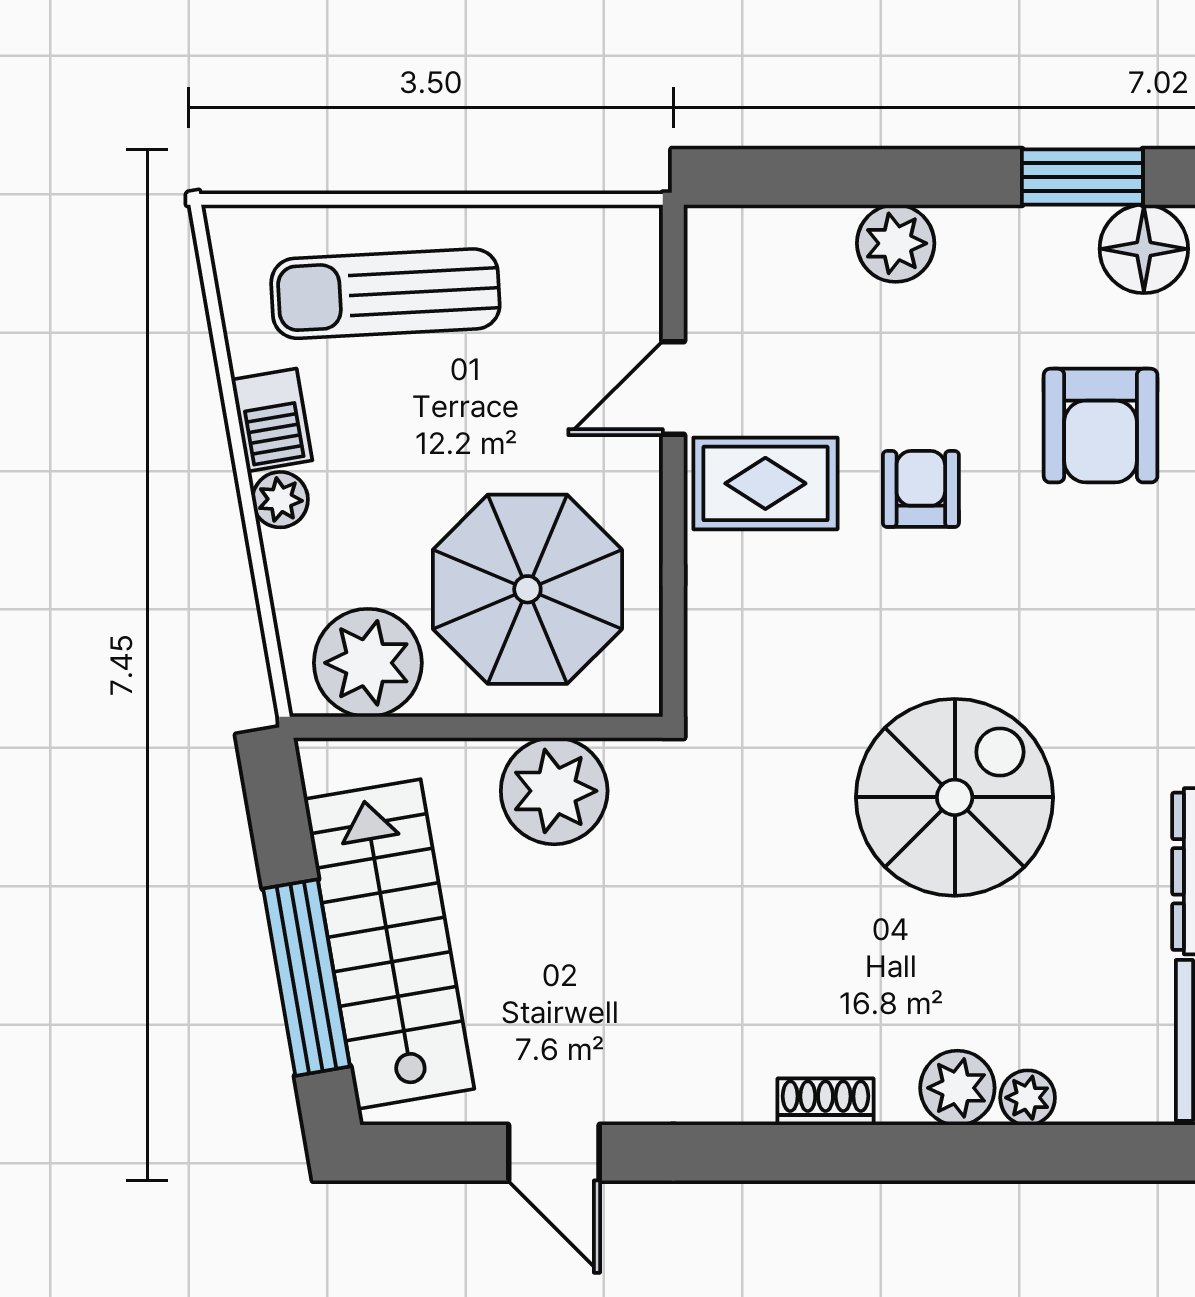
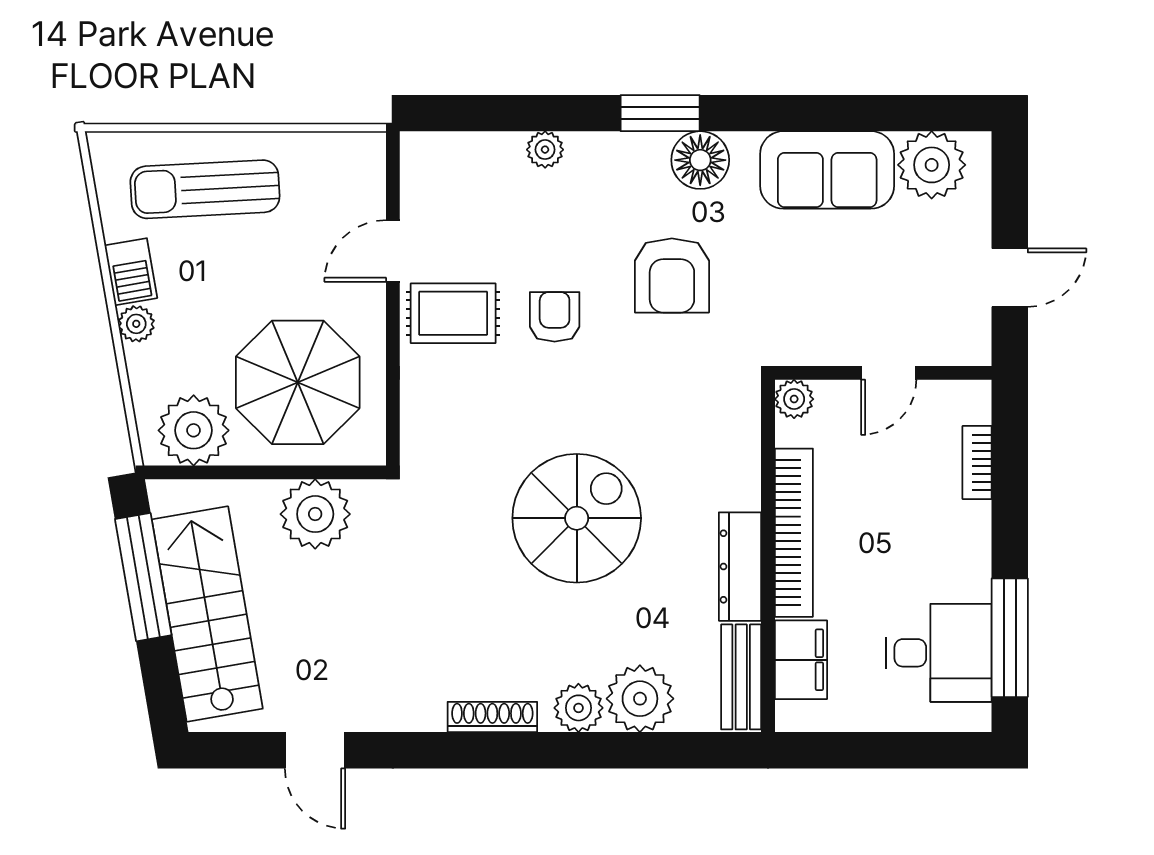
plant: (896, 243) -> (545, 150), width x0.73, depth x0.73
window: (306, 978) -> (143, 577), moved
plant: (1028, 1098) -> (640, 699), width x1.88, depth x1.88
shoe rack: (825, 1102) -> (492, 717), width x1.43

